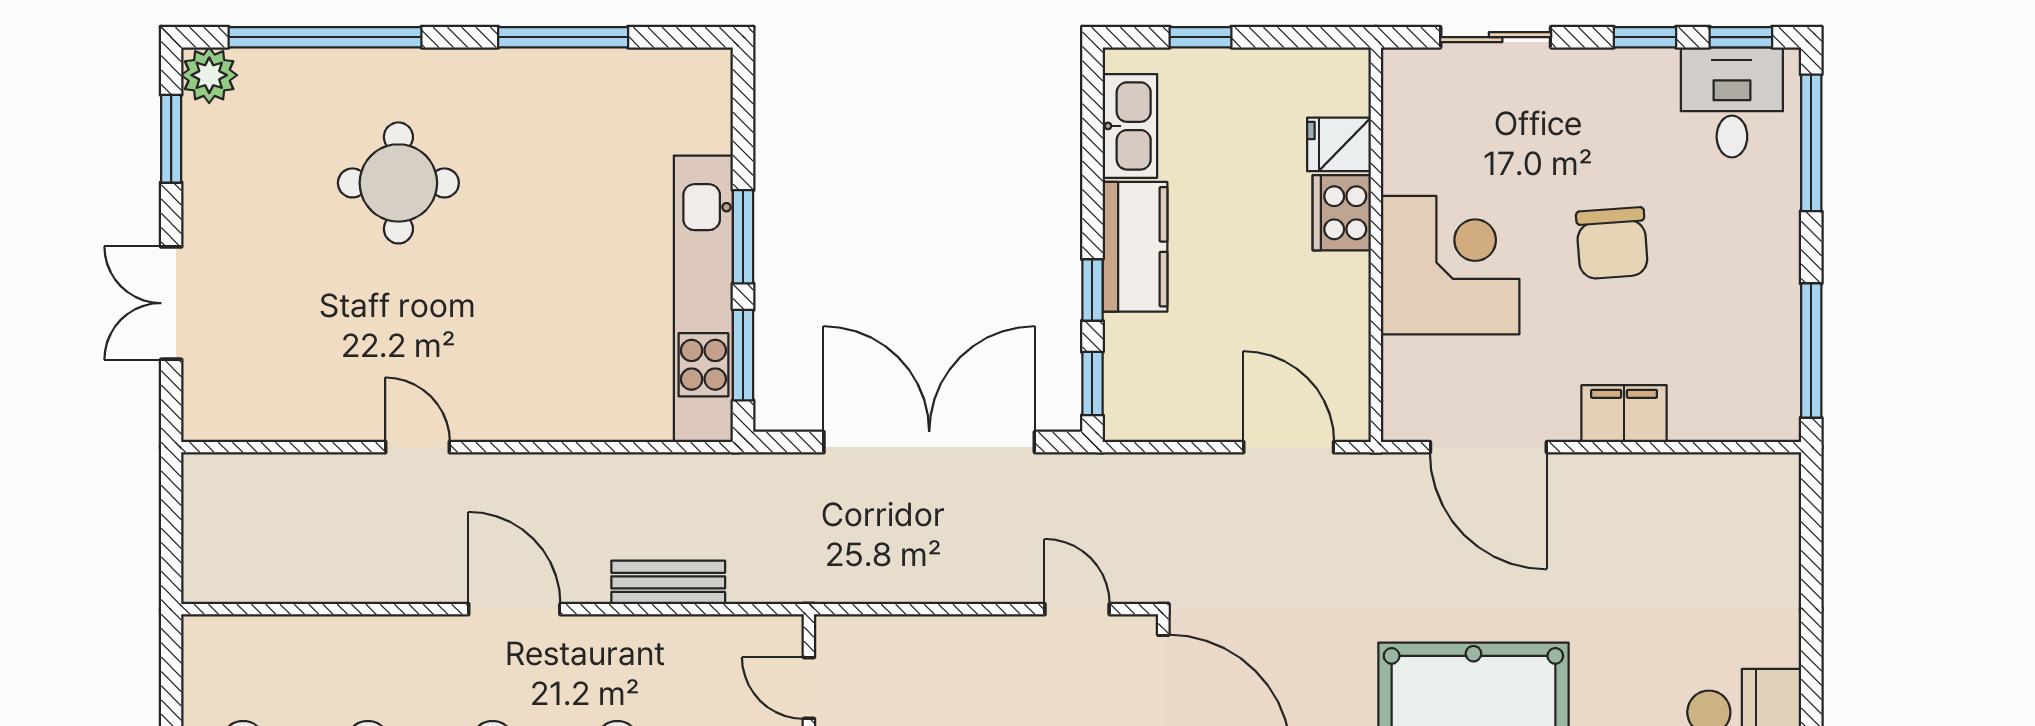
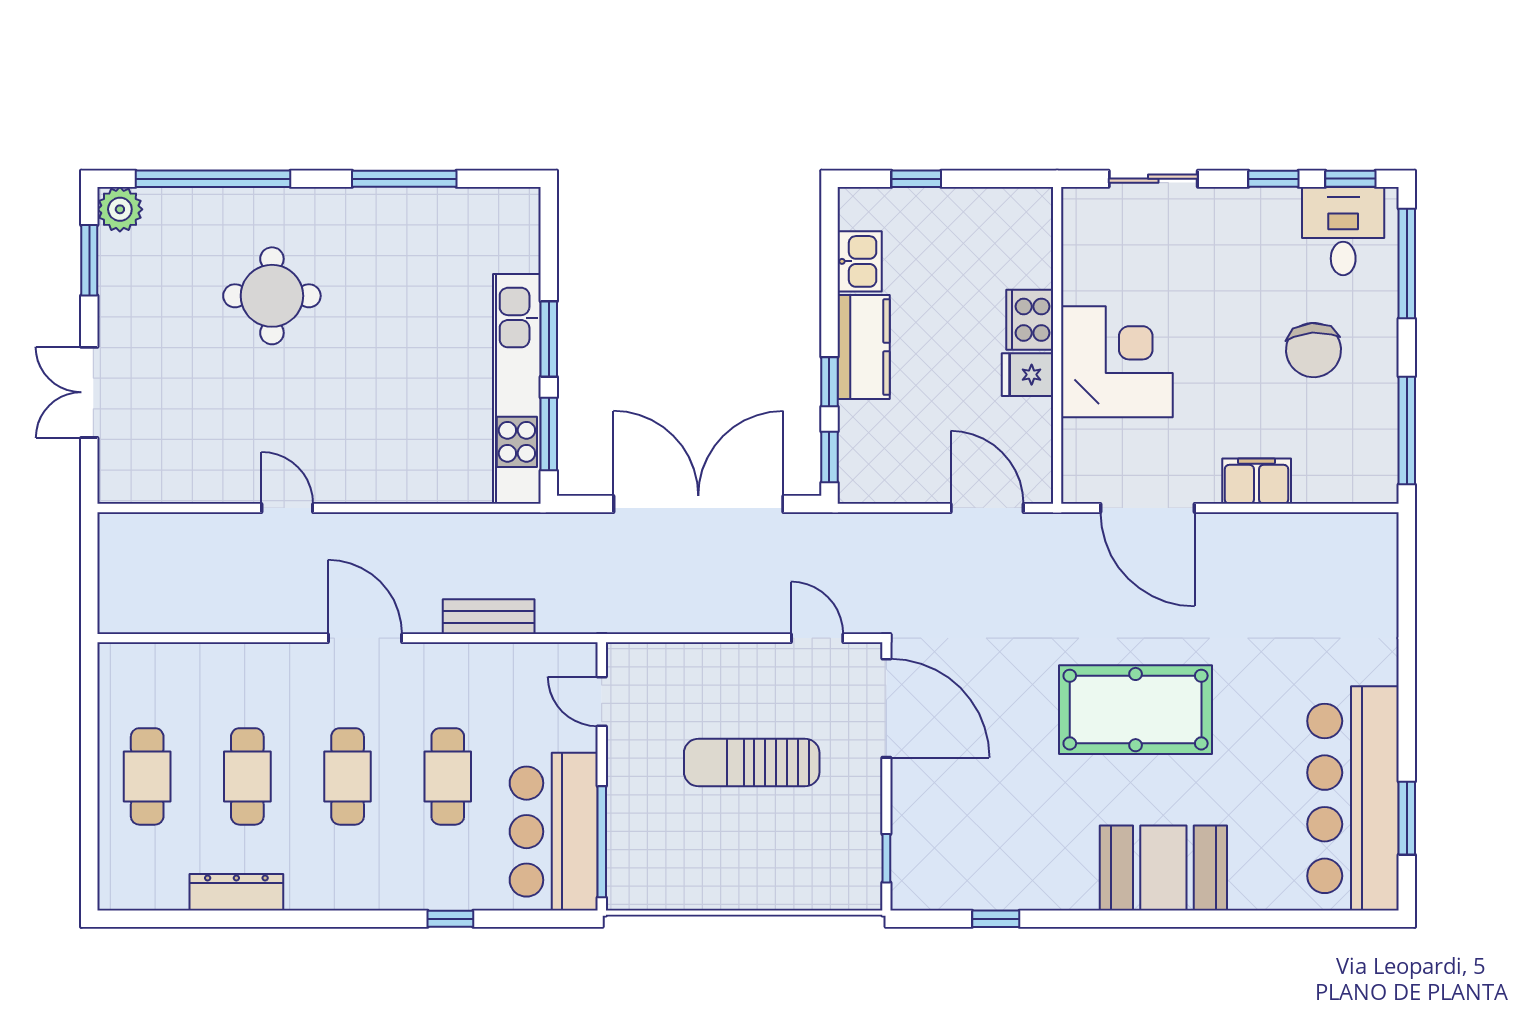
kitchen sink: (1130, 126) -> (860, 261), width x0.73
fridge: (1339, 144) -> (1027, 375), moved
chair: (1612, 243) -> (1314, 350), moved

